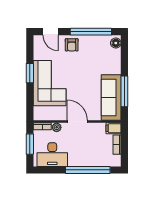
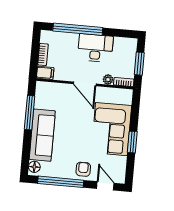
sofa: (111, 97) -> (42, 135), moved
desk: (52, 155) -> (95, 48), moved

